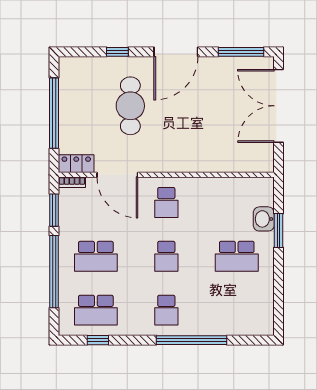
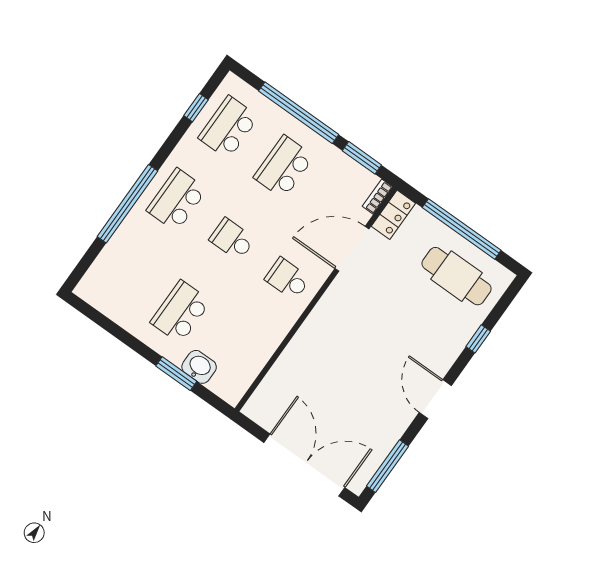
door: (176, 52) -> (435, 399), width x0.73
cafe table: (130, 106) -> (457, 276), moved
school desk: (166, 310) -> (177, 200), width x1.85

